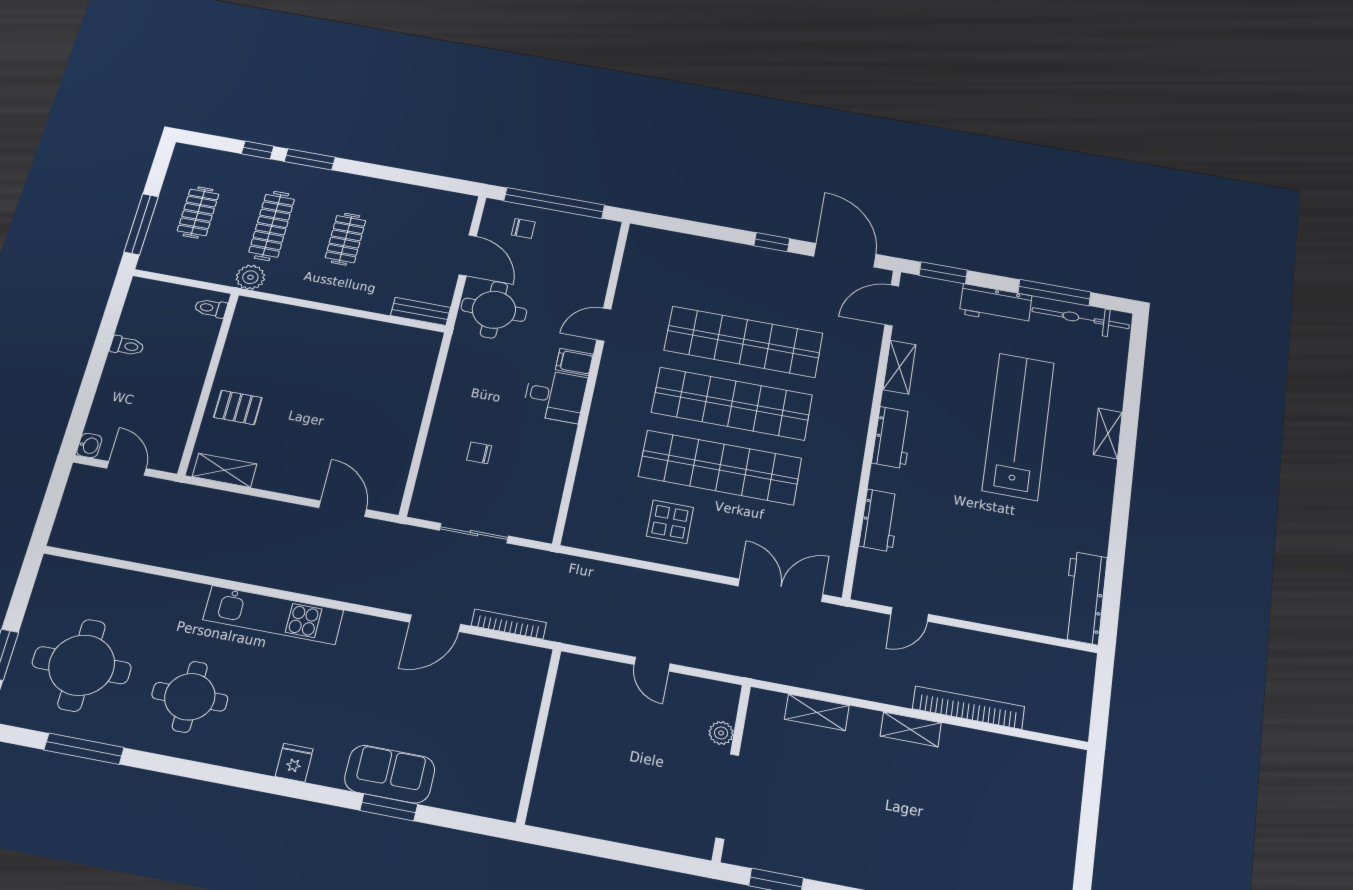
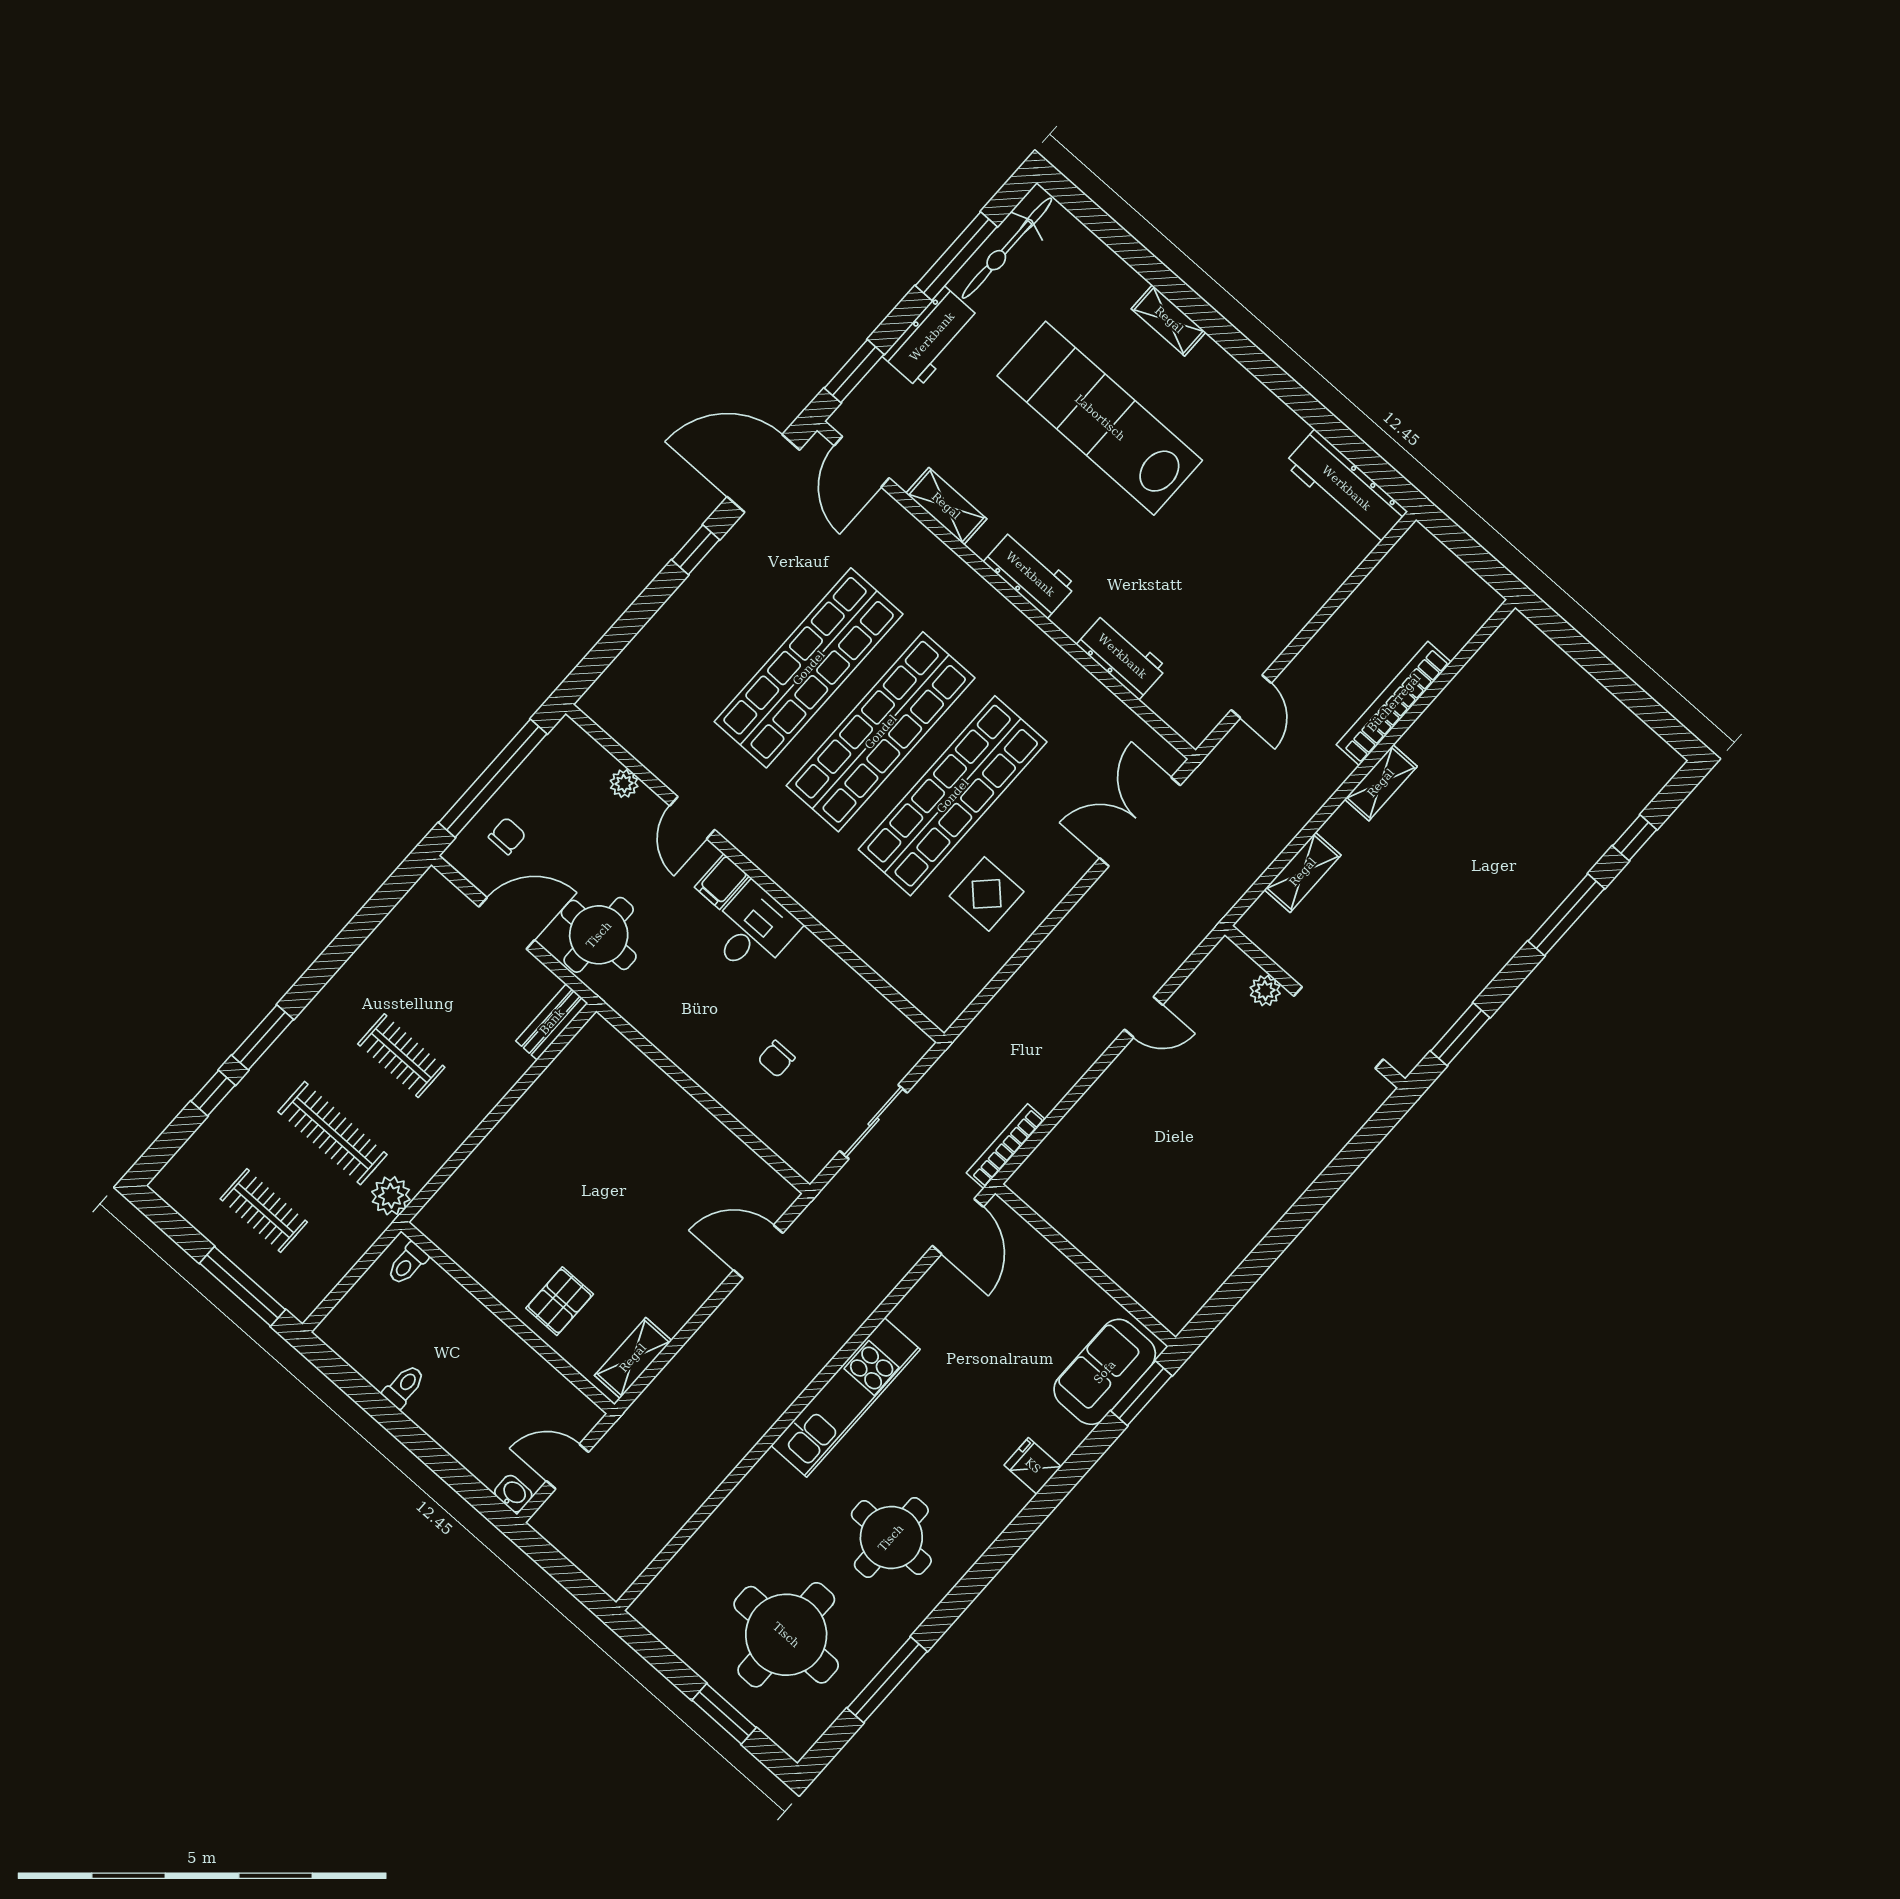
plant: (600, 276) -> (624, 784), added
wall: (539, 736) -> (1085, 1265), moved

